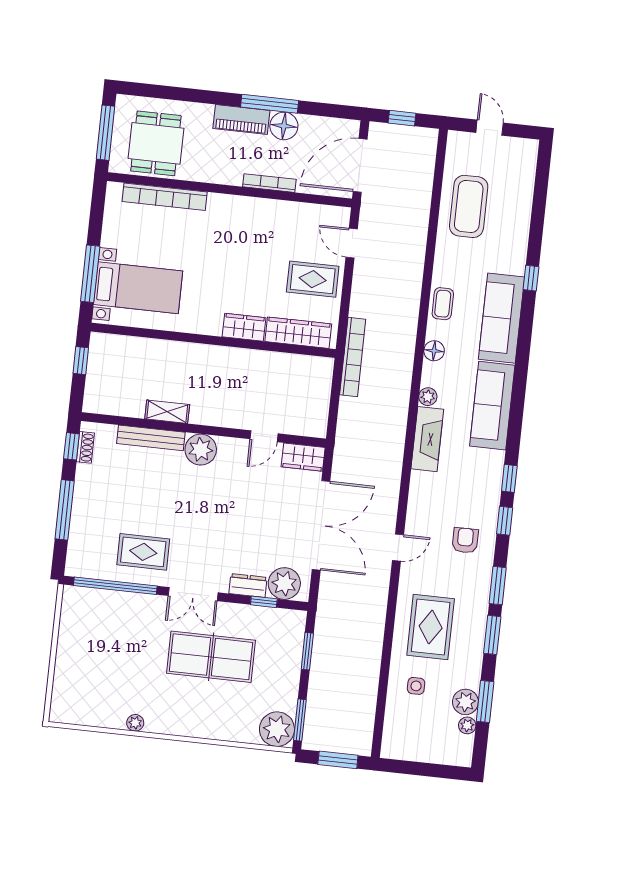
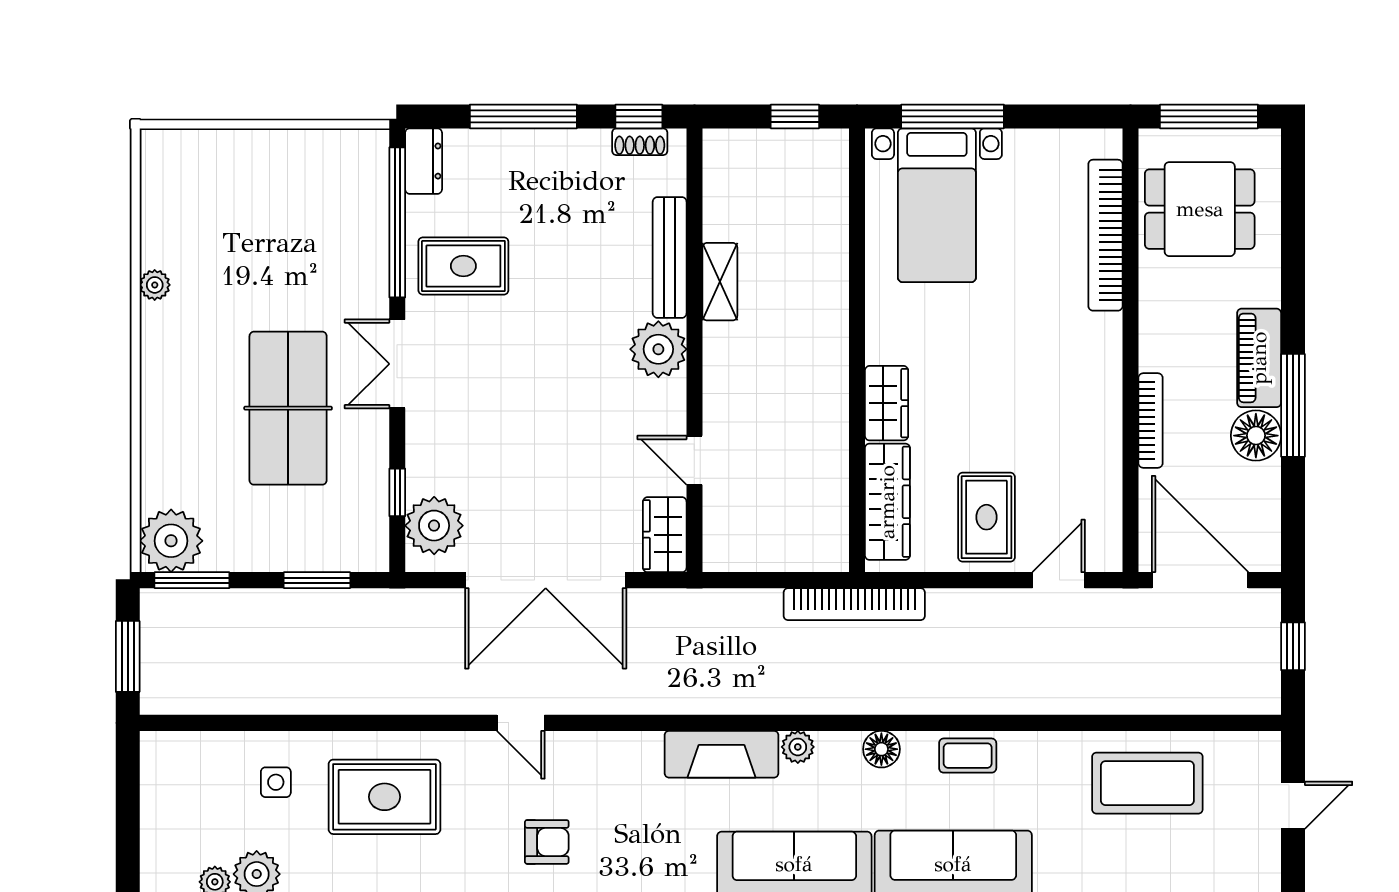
rug: (143, 552) -> (463, 266), turned 90
dresser: (248, 585) -> (424, 161), moved

